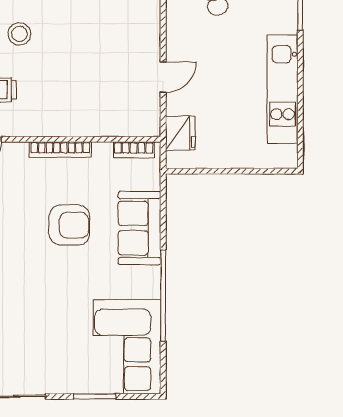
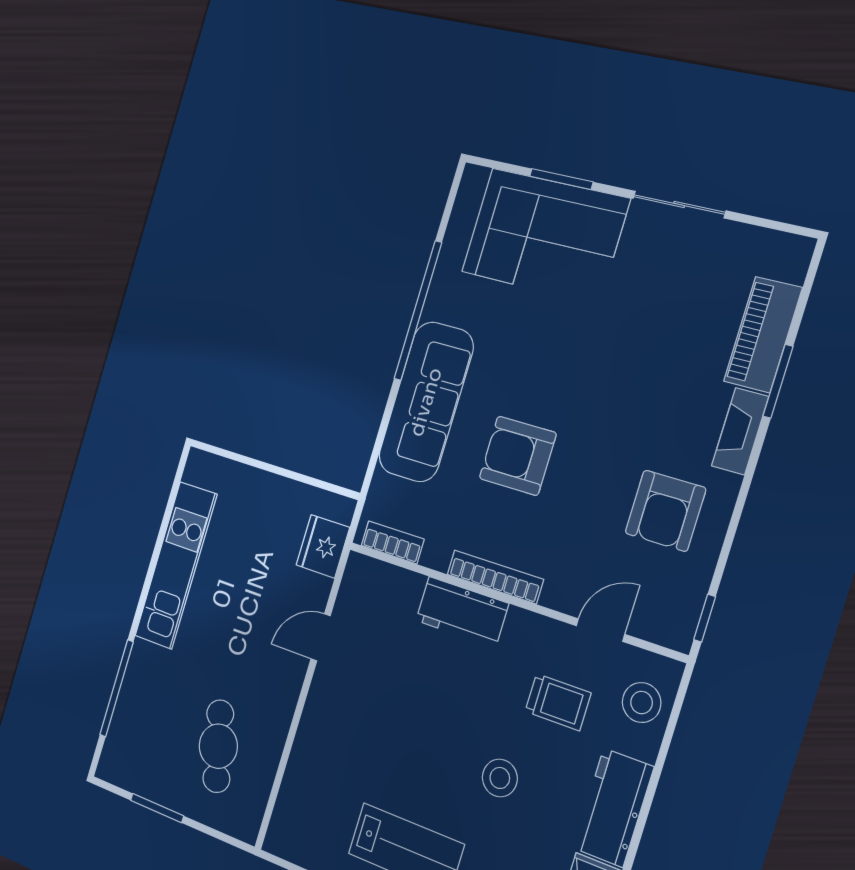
workbench: (75, 122) -> (462, 612), added
sofa: (139, 228) -> (426, 402), width x1.36
corner sofa: (127, 347) -> (545, 236), moved, turned 90

